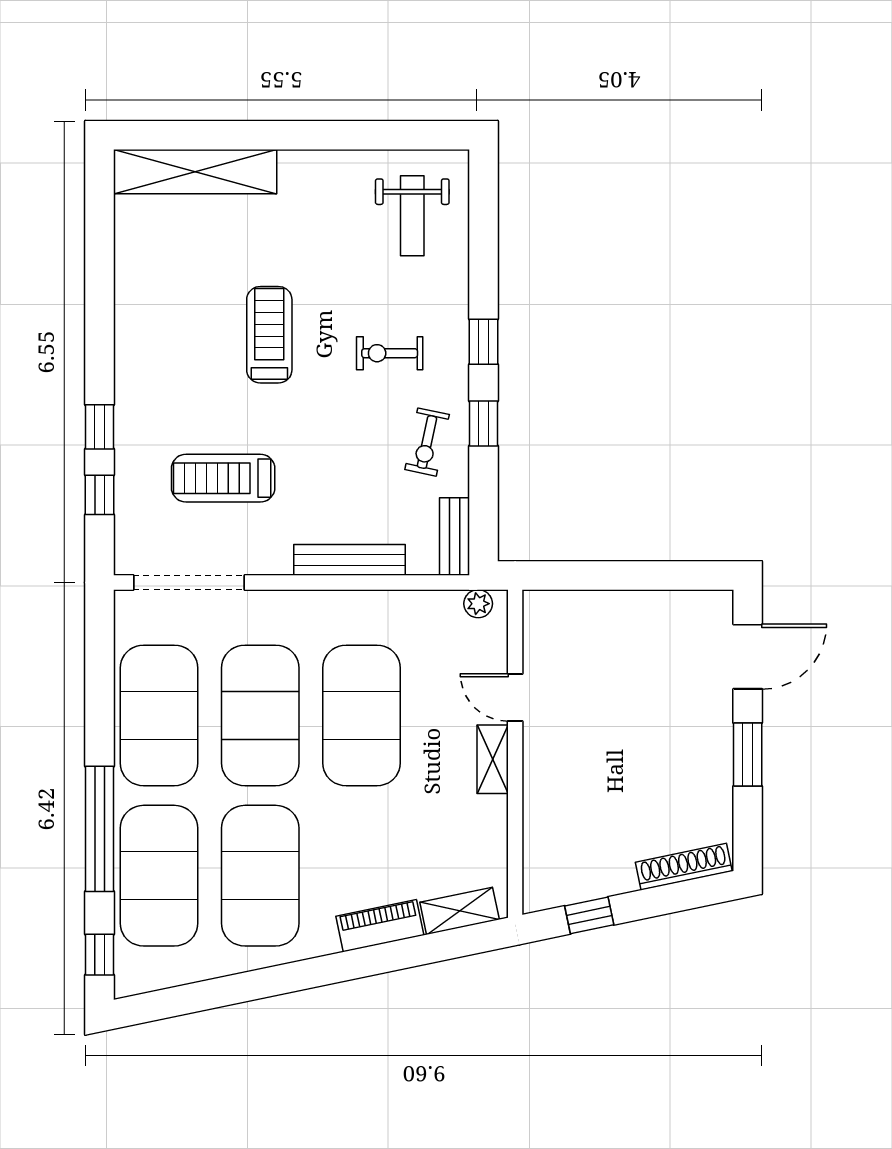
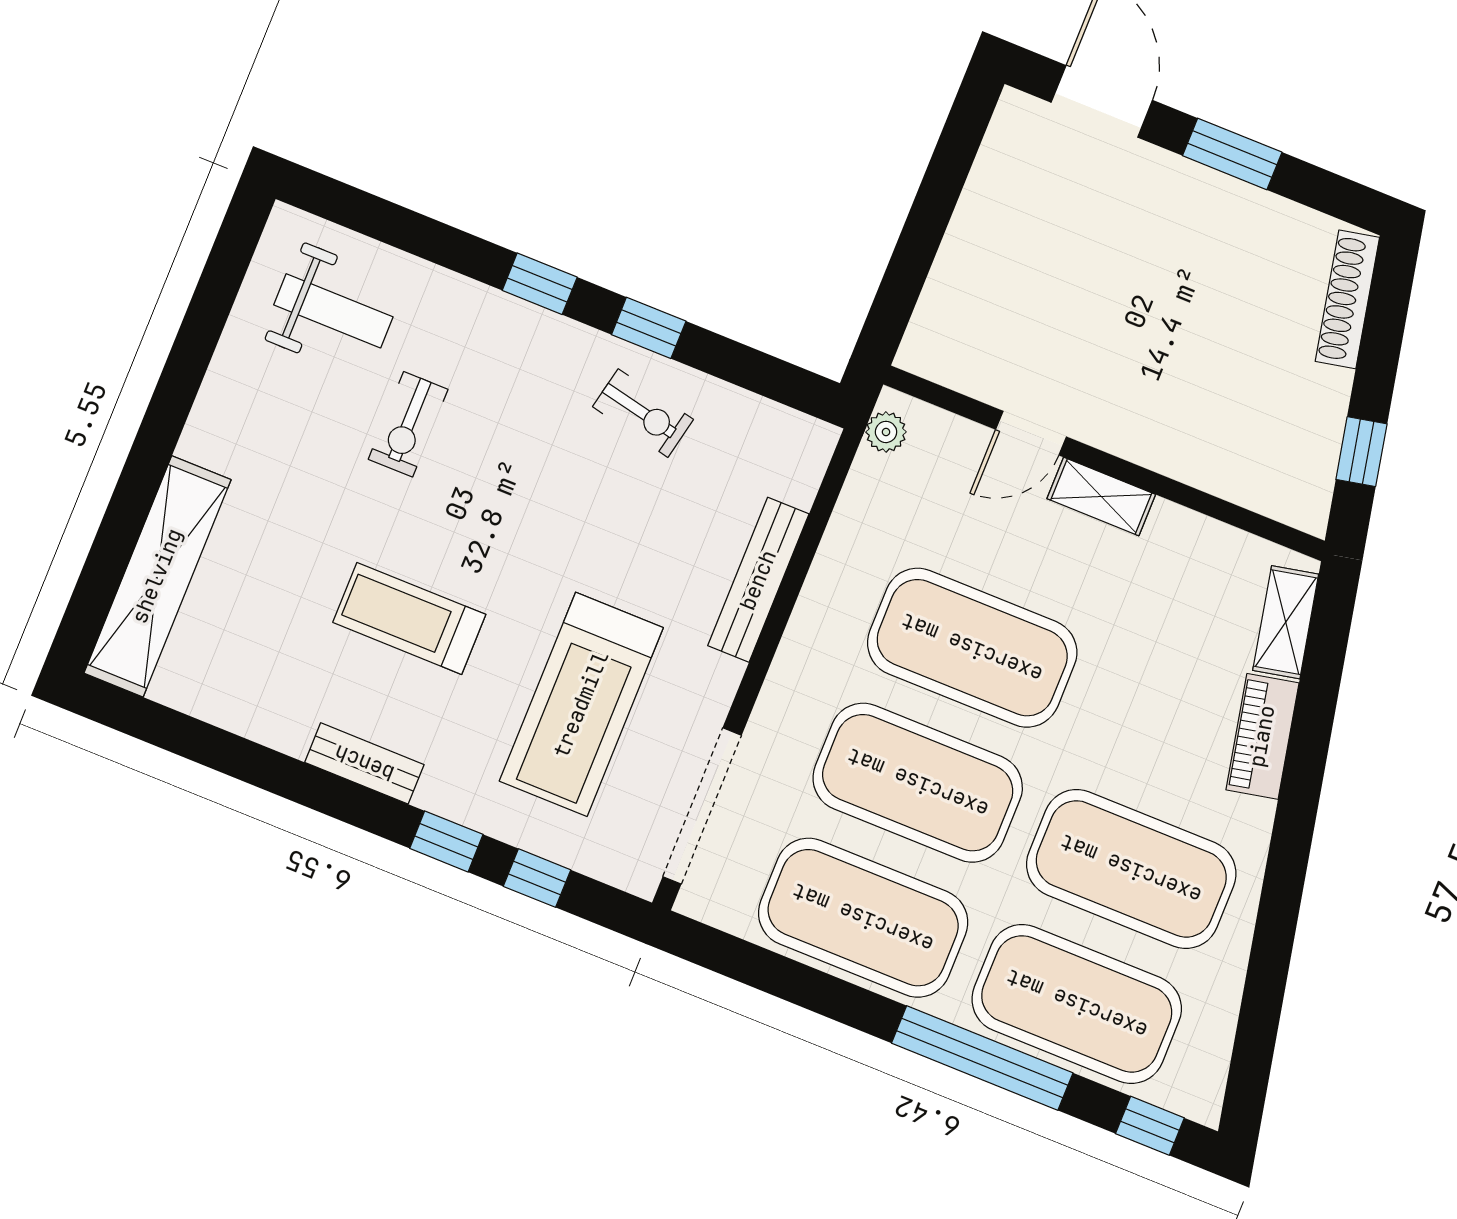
treadmill: (269, 335) -> (409, 618), moved
exercise bike: (390, 353) -> (408, 424), moved
treadmill: (223, 478) -> (581, 704), width x1.37, depth x1.38
bench: (455, 537) -> (364, 763), moved

